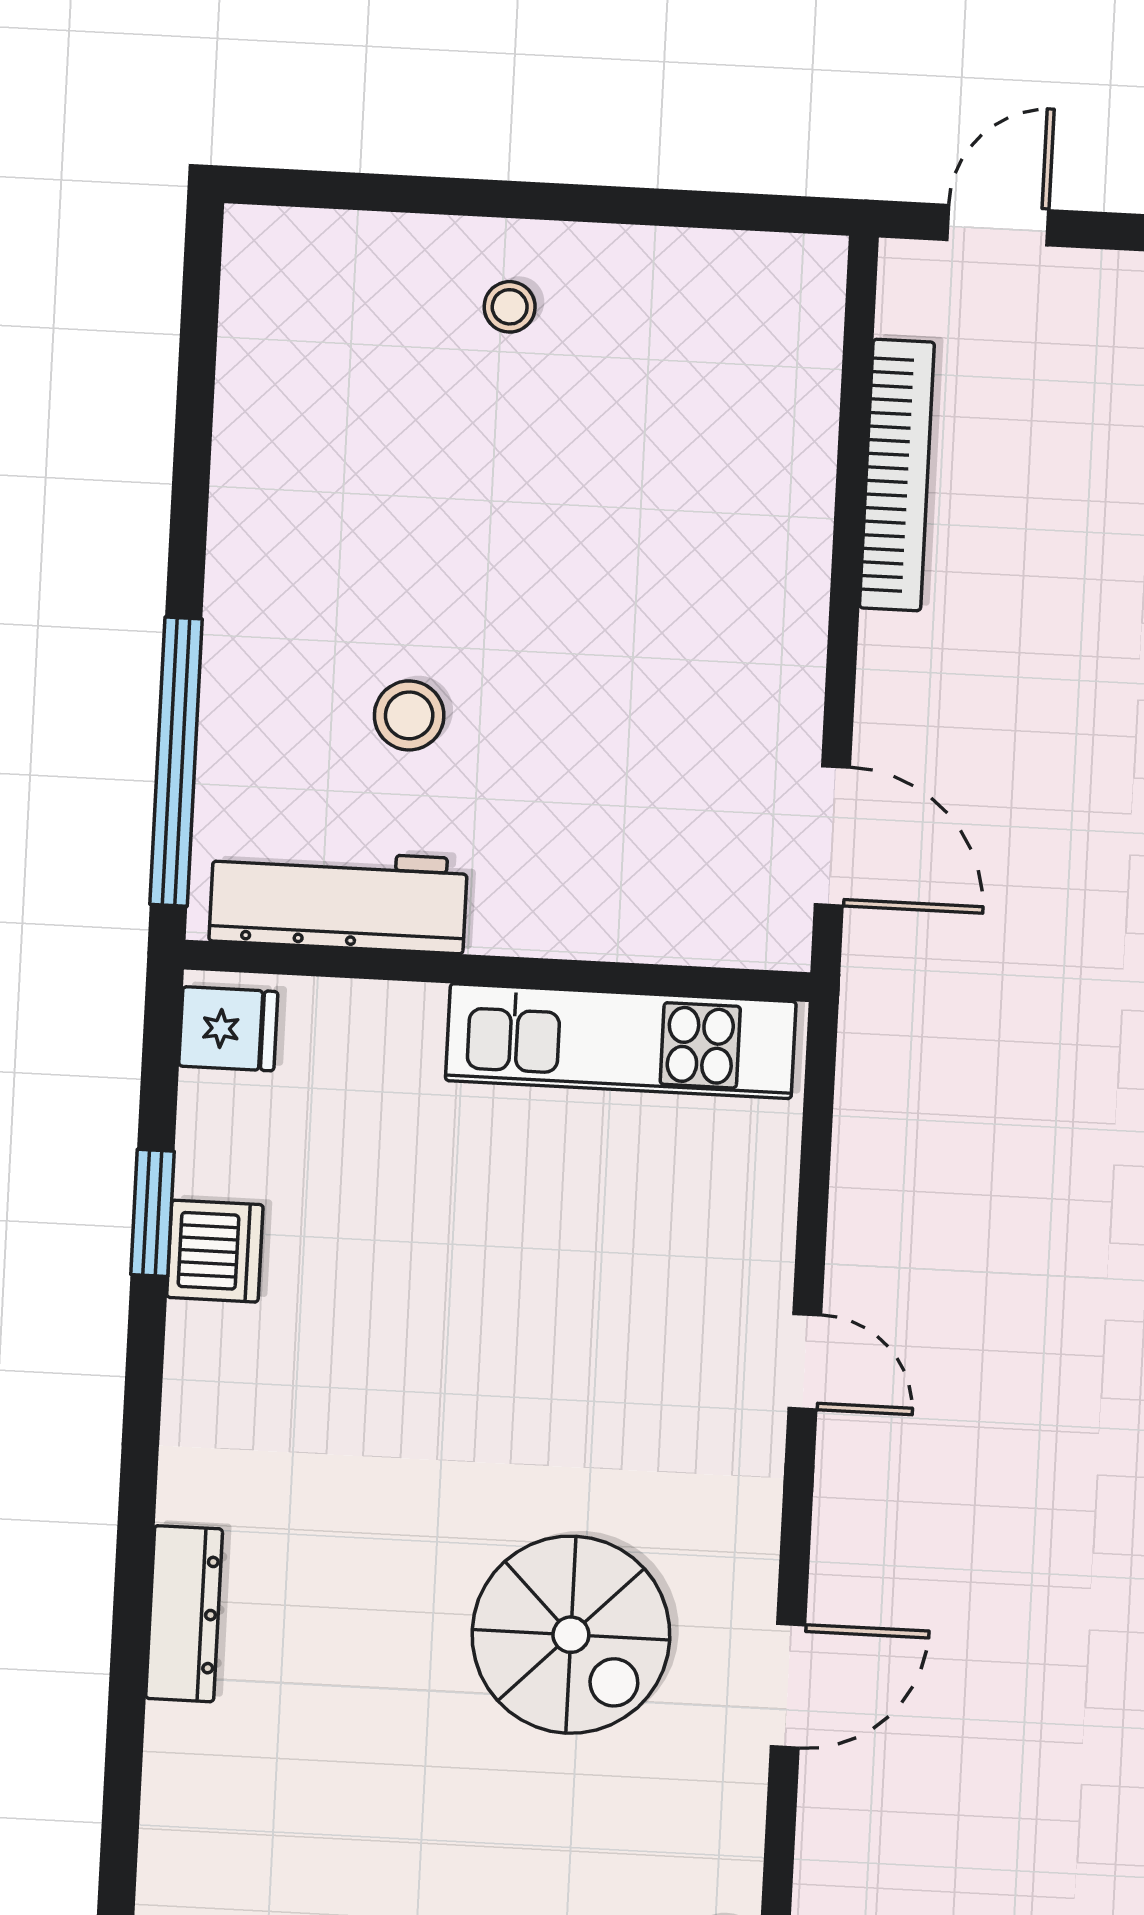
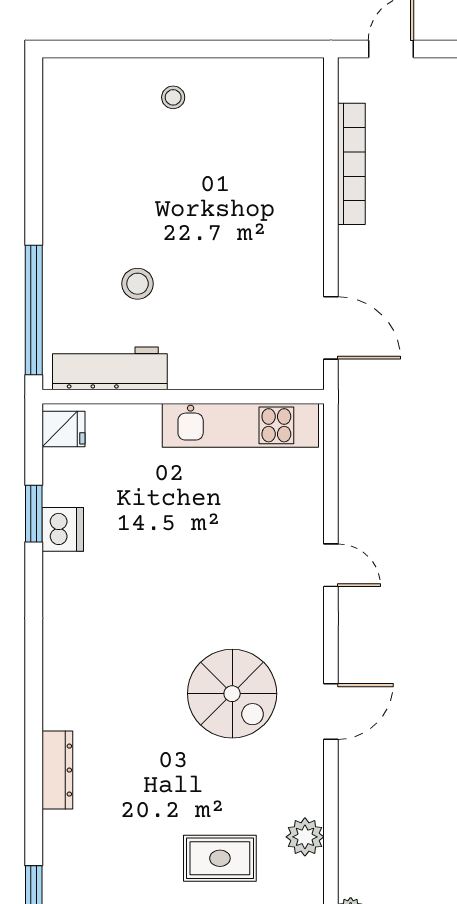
dresser: (184, 1614) -> (57, 770), moved

